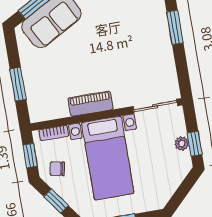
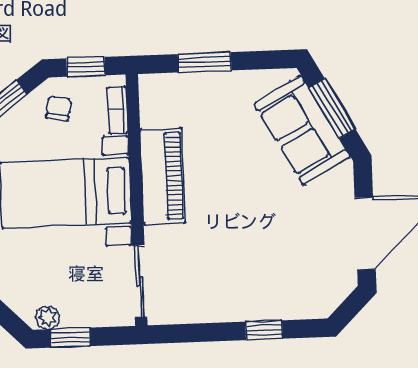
window: (175, 27) -> (264, 330), width x0.67
piano: (91, 104) -> (163, 176), width x1.37, depth x1.33
plant: (182, 143) -> (47, 318), moved

